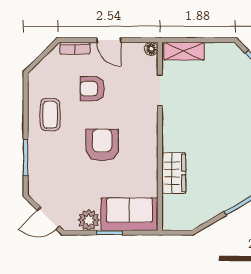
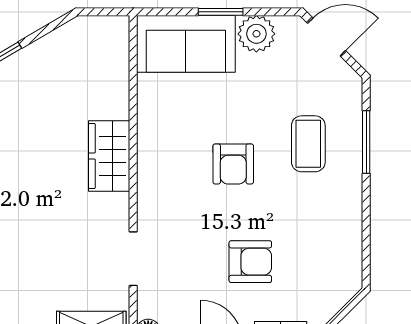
coffee table: (50, 115) -> (308, 144), moved
armchair: (102, 145) -> (233, 164), width x0.72, depth x0.72
wardrobe: (174, 173) -> (109, 156), moved

